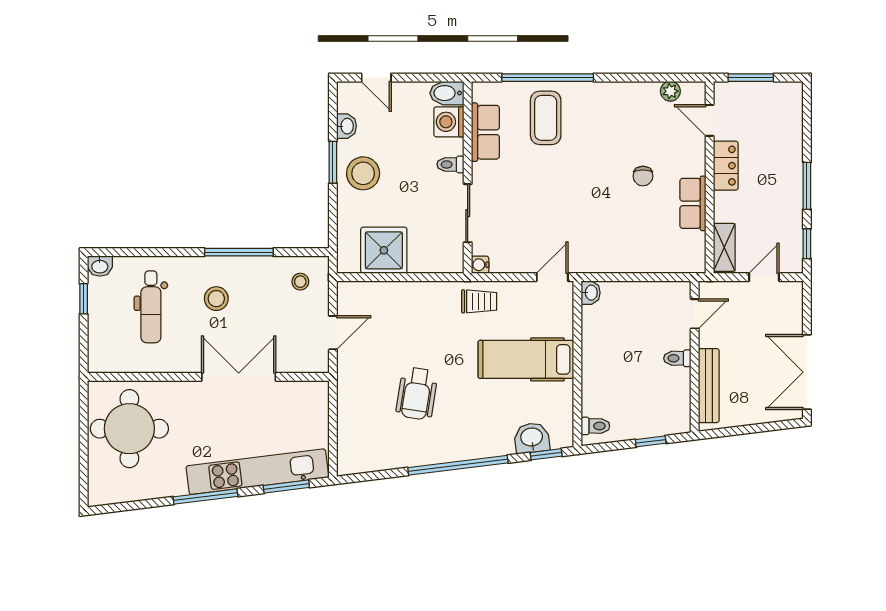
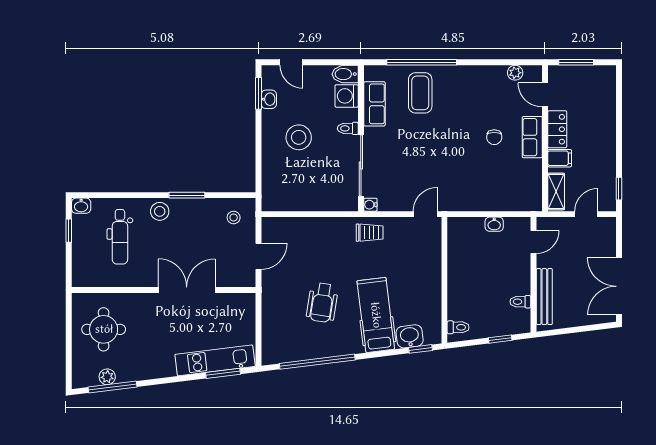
window: (333, 162) -> (258, 93), moved
stool: (363, 173) -> (299, 137), moved
window: (807, 186) -> (619, 145), removed
row of seats: (693, 203) -> (532, 137), moved
filing cabinet: (729, 204) -> (560, 158), added
sliding door: (468, 213) -> (361, 165), width x1.37
shower: (384, 250) -> (297, 194), removed
window: (239, 252) -> (187, 195), width x0.69
washbasin: (591, 293) -> (494, 224), moved, turned 90
stool: (216, 299) -> (160, 211), moved
toilet: (677, 358) -> (520, 302), moved
hospital bed: (526, 359) -> (376, 315), moved, turned 83
round table: (129, 429) -> (104, 329), width x0.73, depth x0.73
window: (458, 465) -> (317, 362), moved
kitchen unit: (257, 472) -> (215, 360), width x0.73
plant: (134, 491) -> (107, 377), added
window: (205, 497) -> (113, 387), moved

